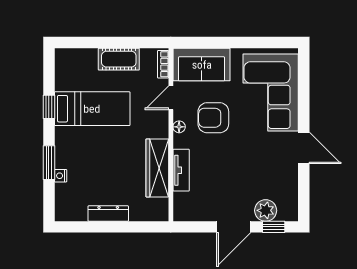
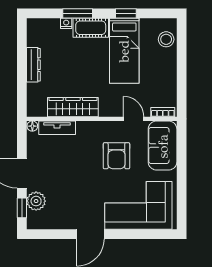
cot: (119, 59) -> (91, 28), moved, turned 90
stool: (79, 60) -> (166, 39), added
armchair: (213, 118) -> (116, 156), turned 180
floor lamp: (179, 127) -> (32, 126), moved
tv unit: (181, 170) -> (57, 128), moved

